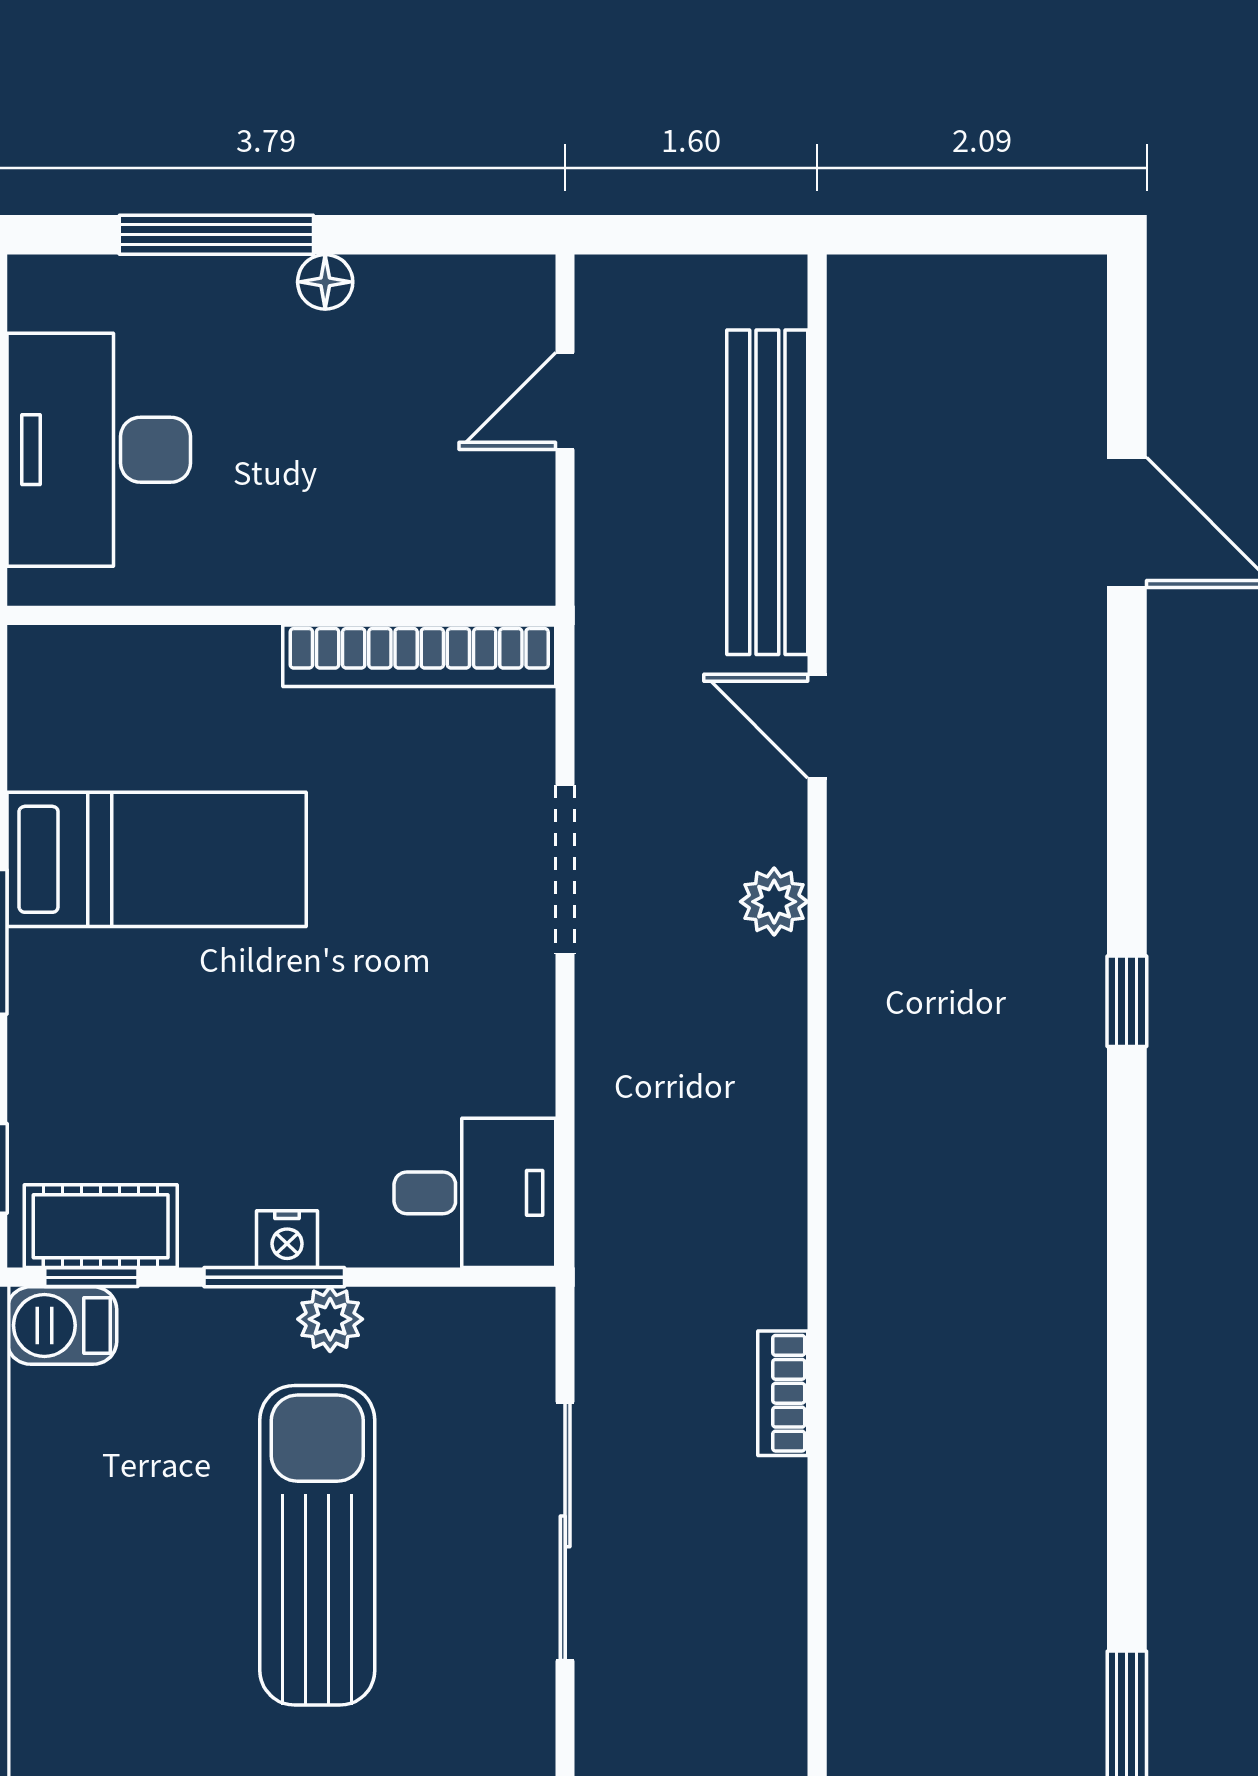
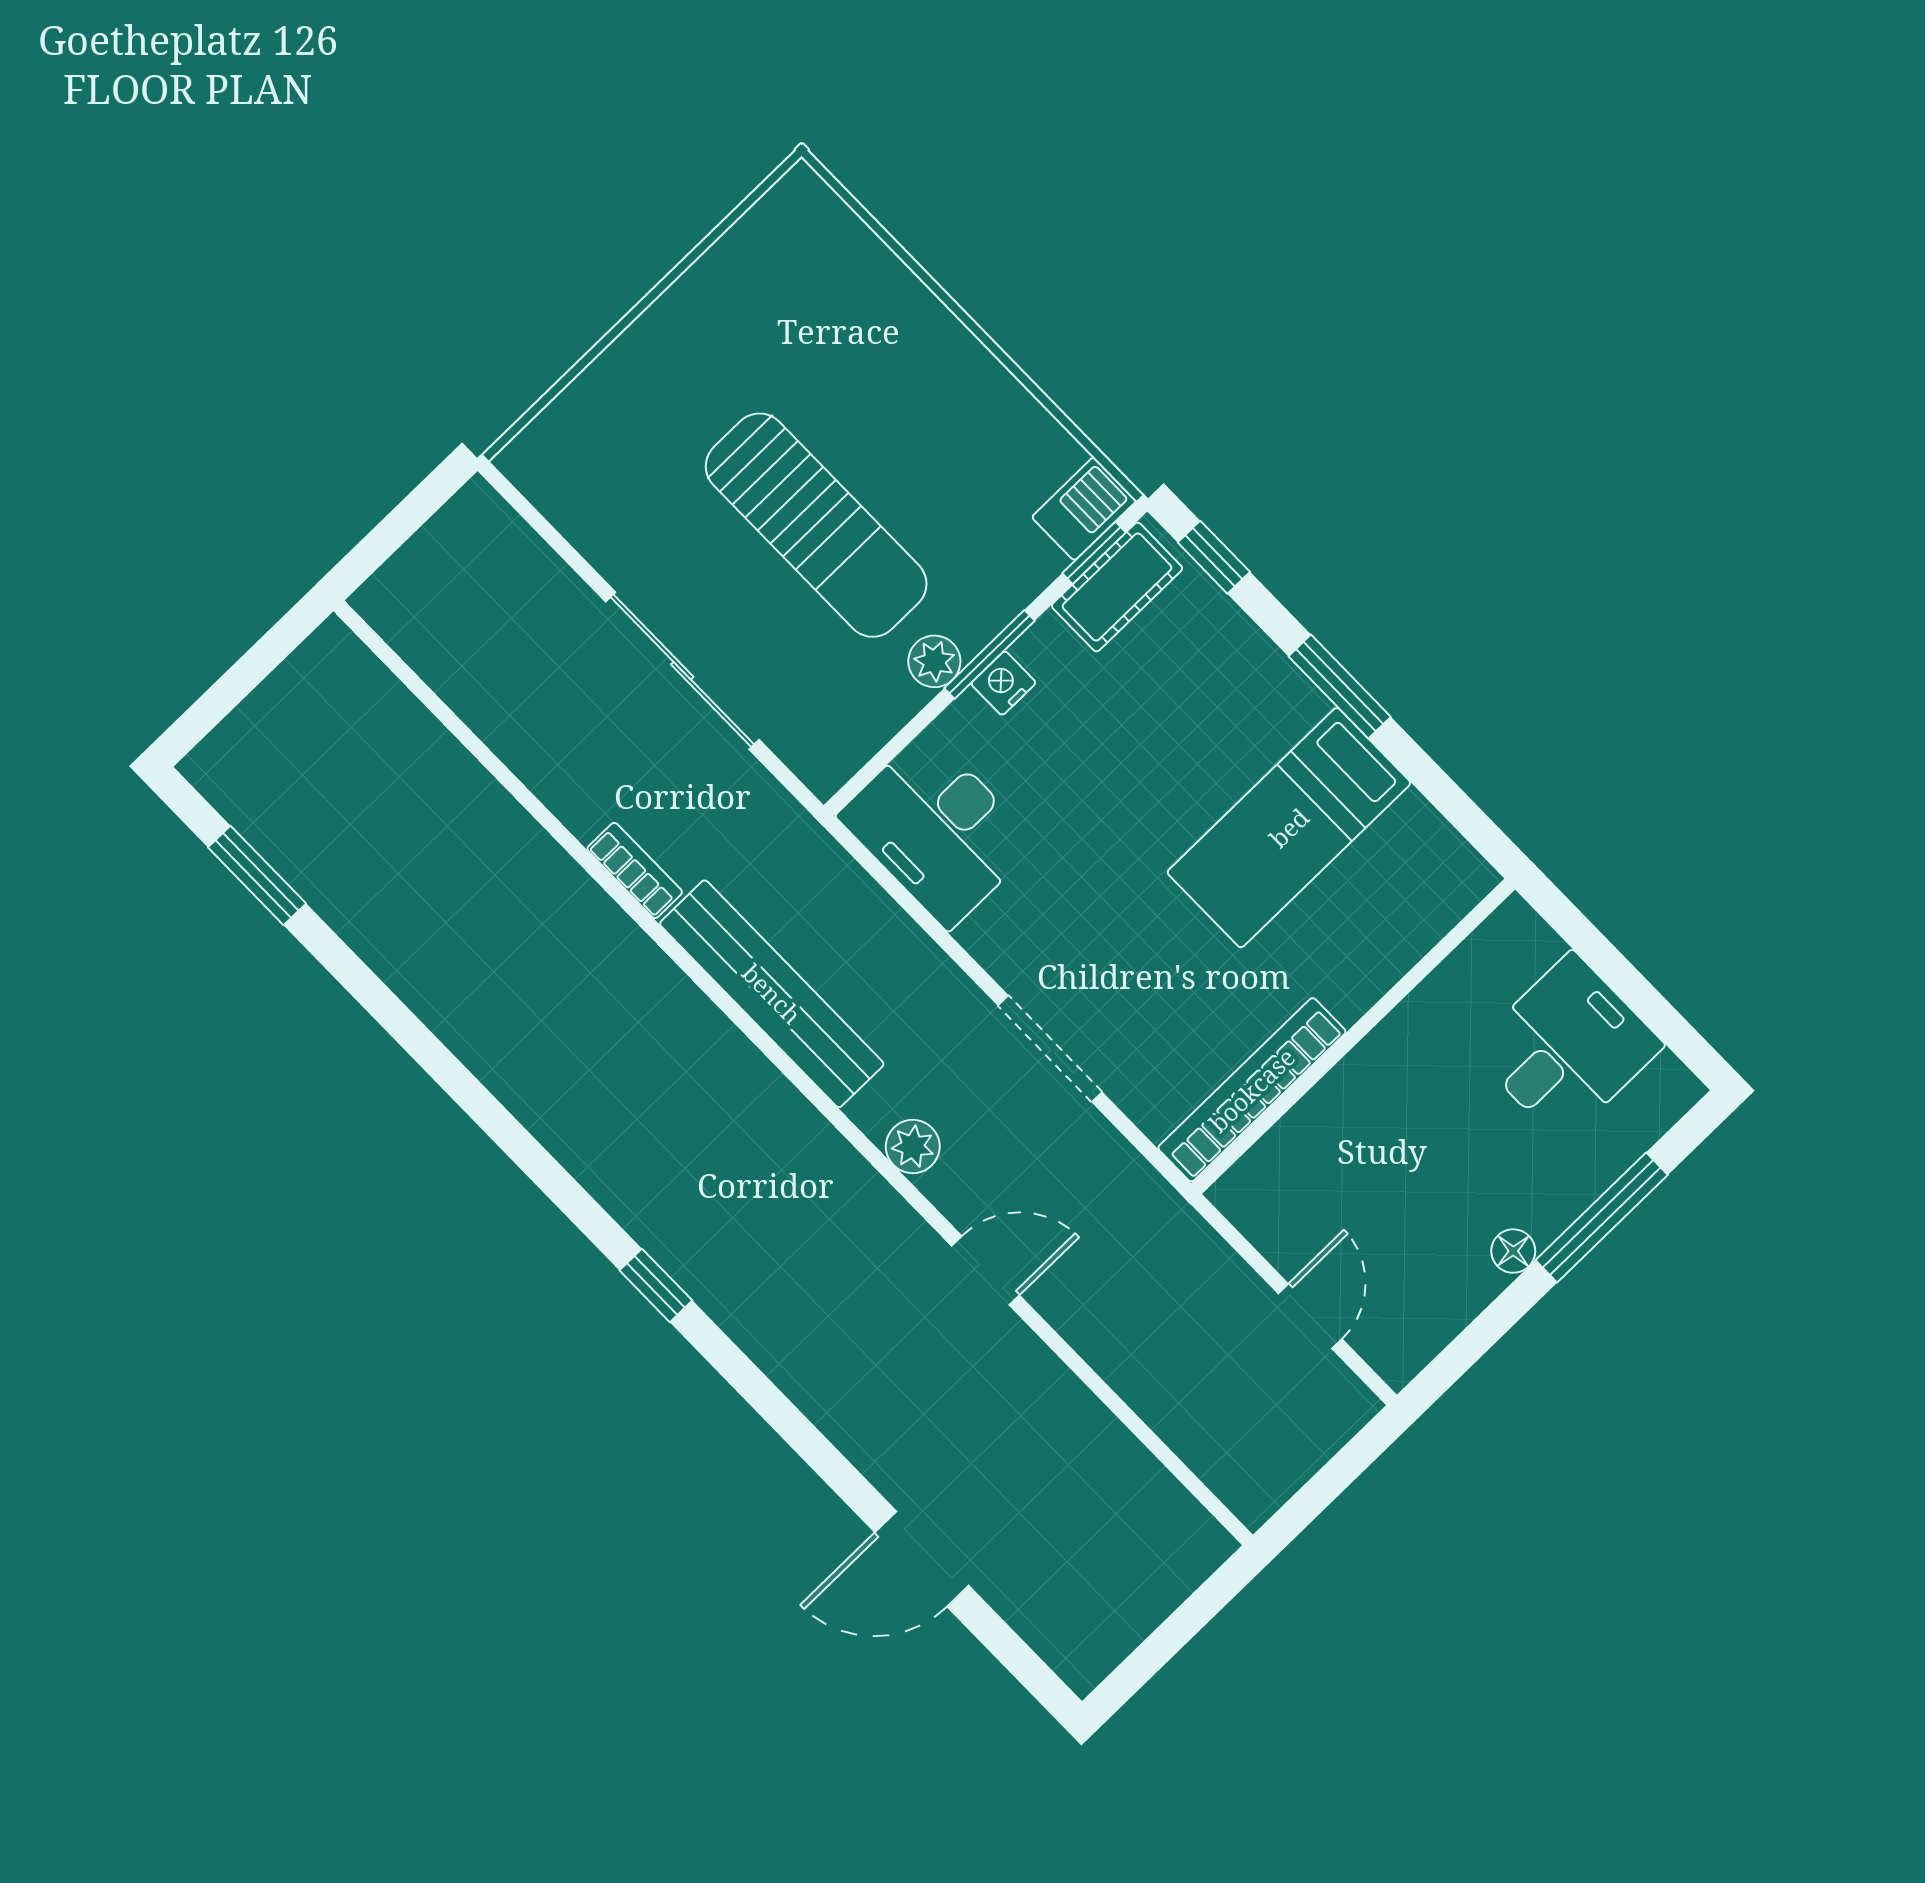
desk: (99, 450) -> (1567, 1048), width x0.73
bench: (767, 492) -> (772, 994), moved
desk: (475, 1193) -> (937, 830), width x1.37

